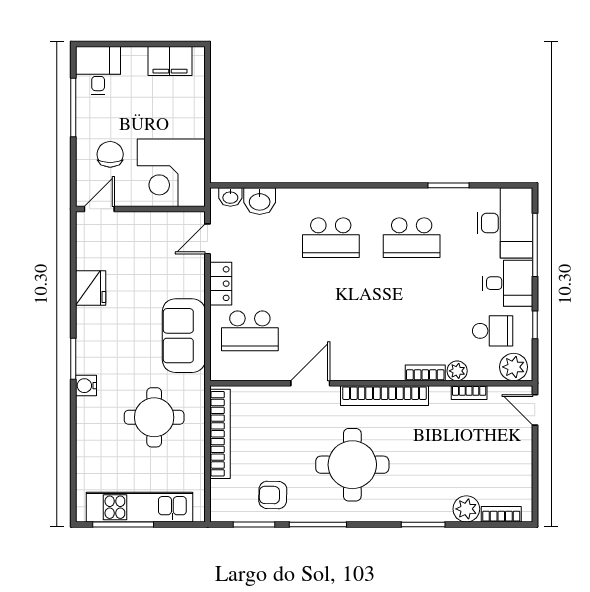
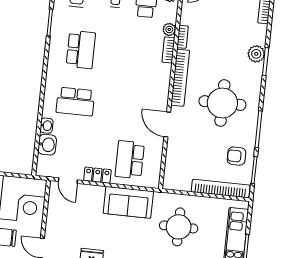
washbasin: (230, 197) -> (46, 126), moved
school desk: (331, 238) -> (75, 102), turned 90
school desk: (250, 331) -> (130, 160), turned 180
bookcase: (469, 393) -> (183, 37), moved
bookcase: (220, 434) -> (221, 189), moved
armchair: (273, 495) -> (236, 156), turned 89
plant: (466, 509) -> (256, 54), moved

